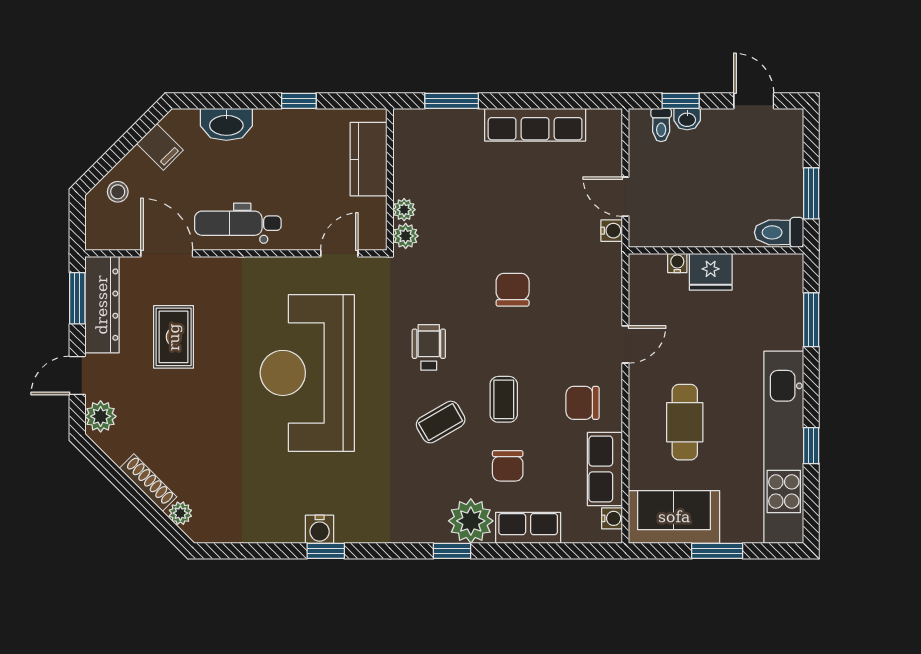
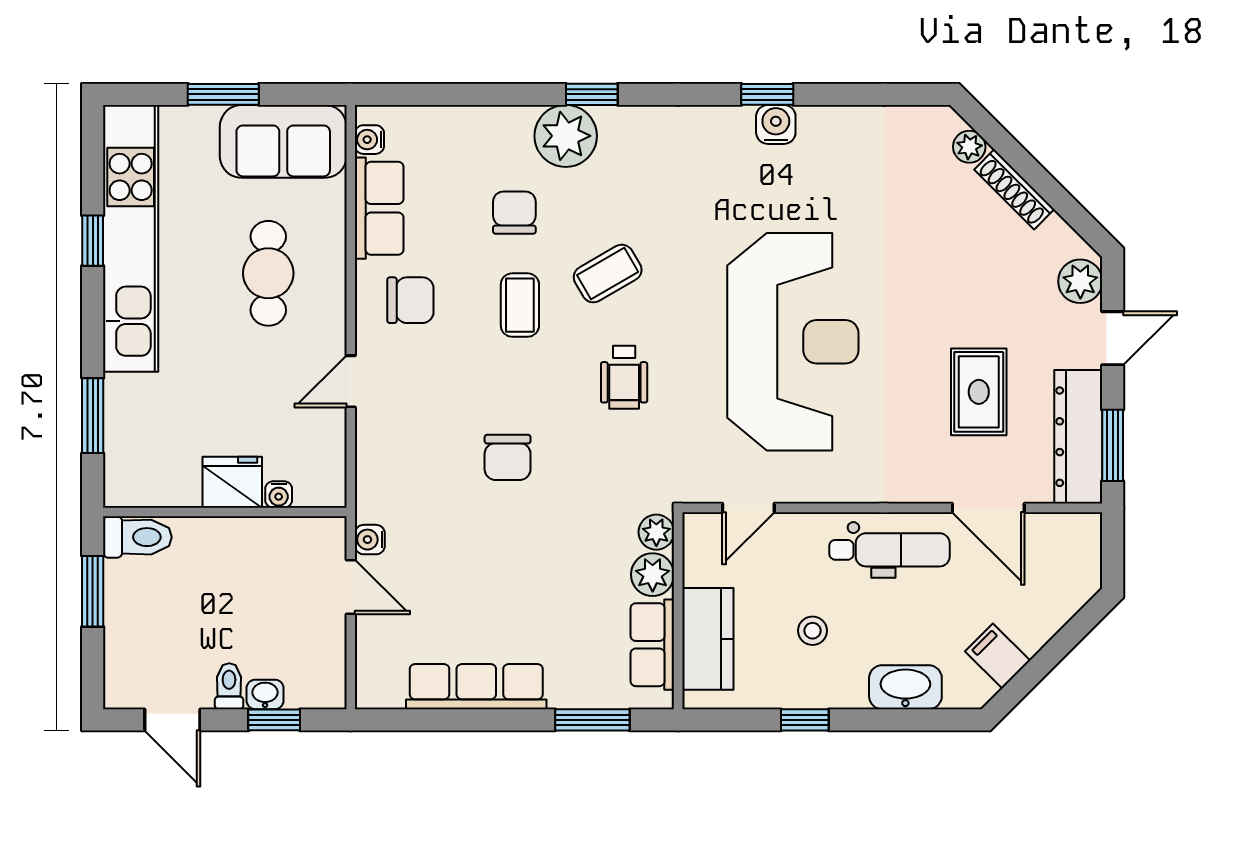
toilet: (661, 125) -> (229, 686), moved
stool: (118, 192) -> (813, 631), moved
plant: (404, 210) -> (653, 575), width x1.38, depth x1.38
row of seats: (528, 528) -> (652, 645), moved, turned 90

